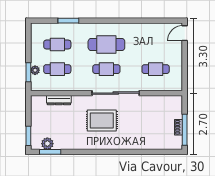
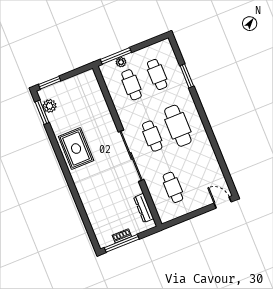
window: (28, 72) -> (116, 56), width x1.44
dresser: (59, 100) -> (144, 208), moved
rug: (102, 120) -> (76, 149), moved

